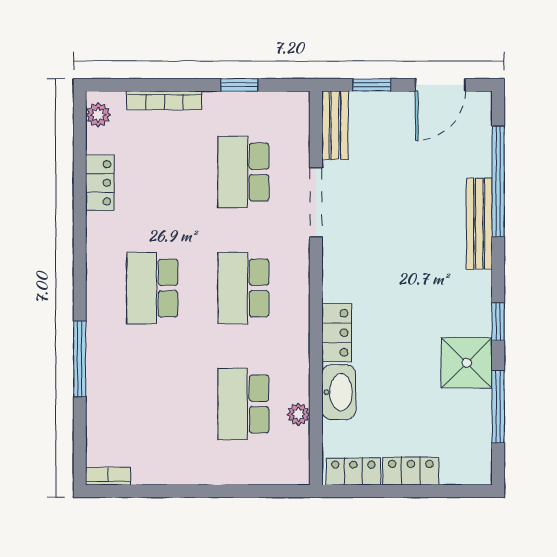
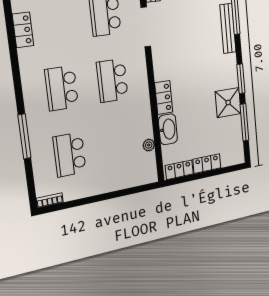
window: (498, 322) -> (241, 79), width x1.50
school desk: (243, 404) -> (70, 155), moved

